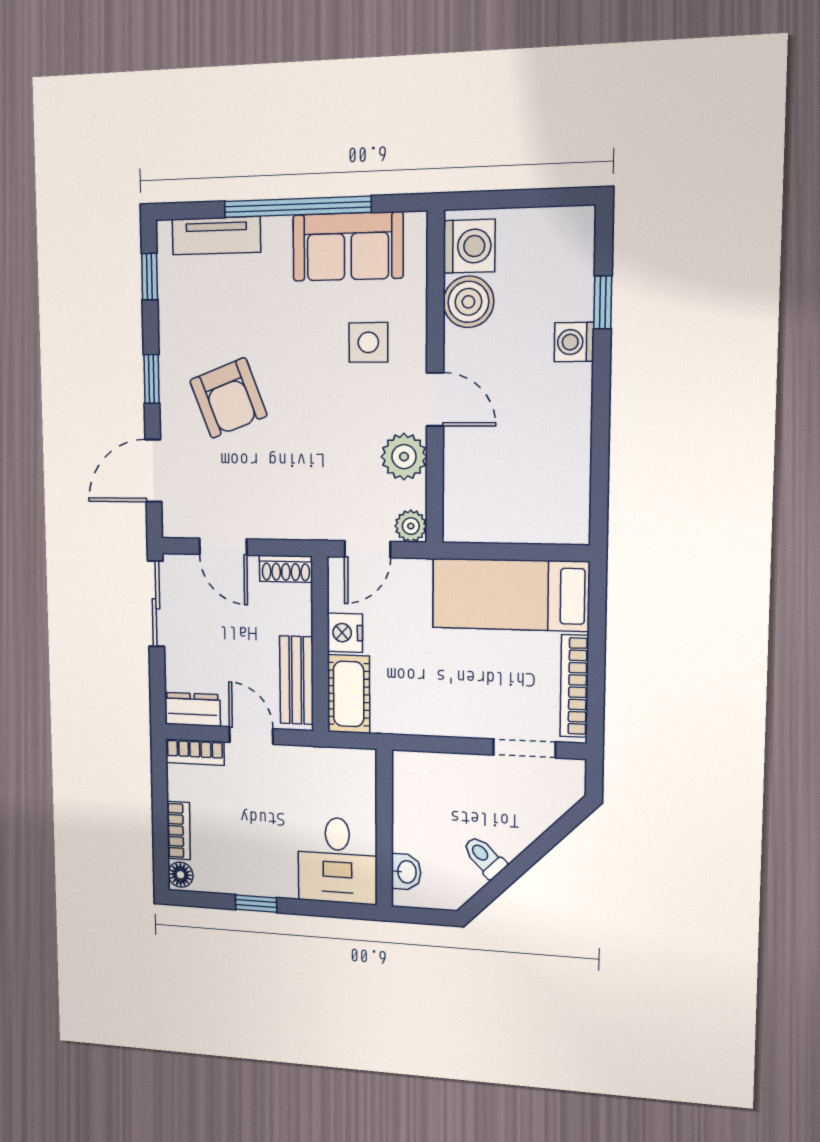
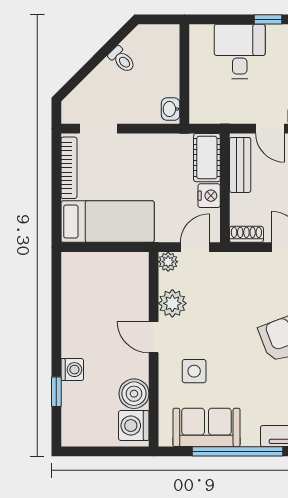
desk: (337, 860) -> (240, 51), moved
washbasin: (406, 872) -> (171, 109), moved

